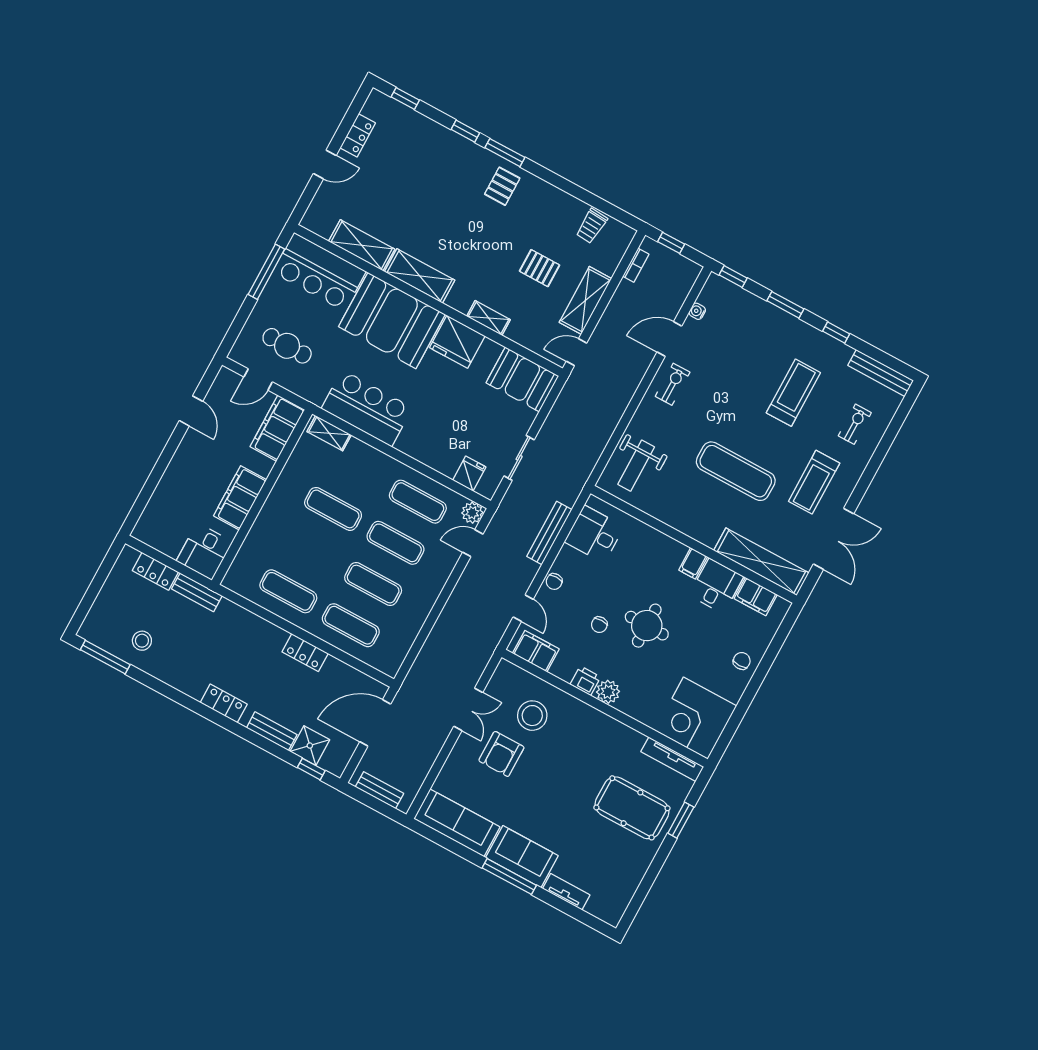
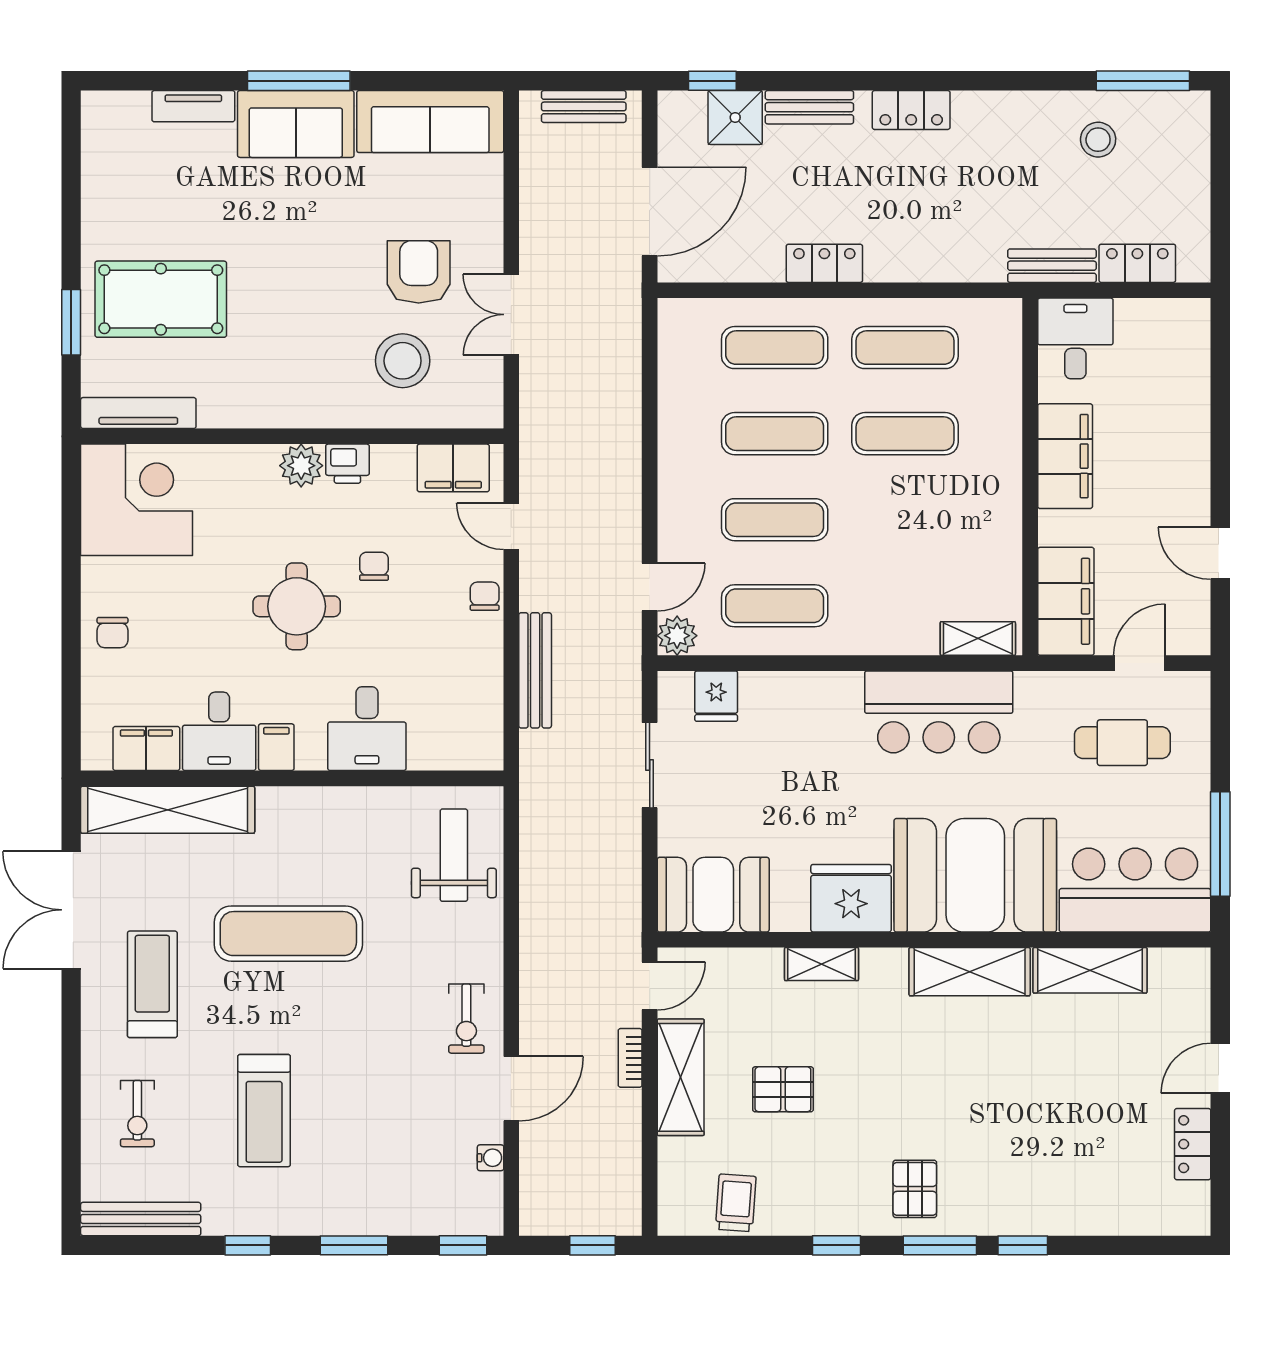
window: (405, 98) -> (836, 1245), moved
bookcase: (636, 265) -> (630, 1058), moved
exercise mat: (333, 509) -> (905, 434), moved
desk: (594, 534) -> (367, 729), moved, turned 90

